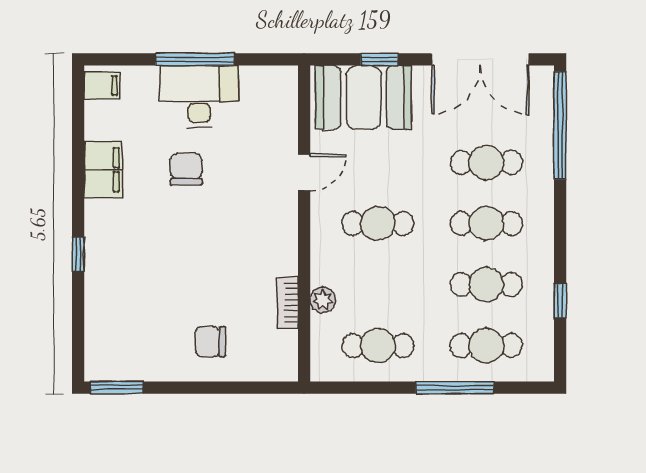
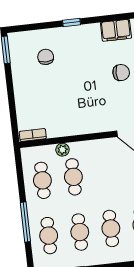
cafe table: (378, 224) -> (73, 177), moved
bookcase: (288, 303) -> (33, 135), moved
chair: (210, 342) -> (46, 57), moved

